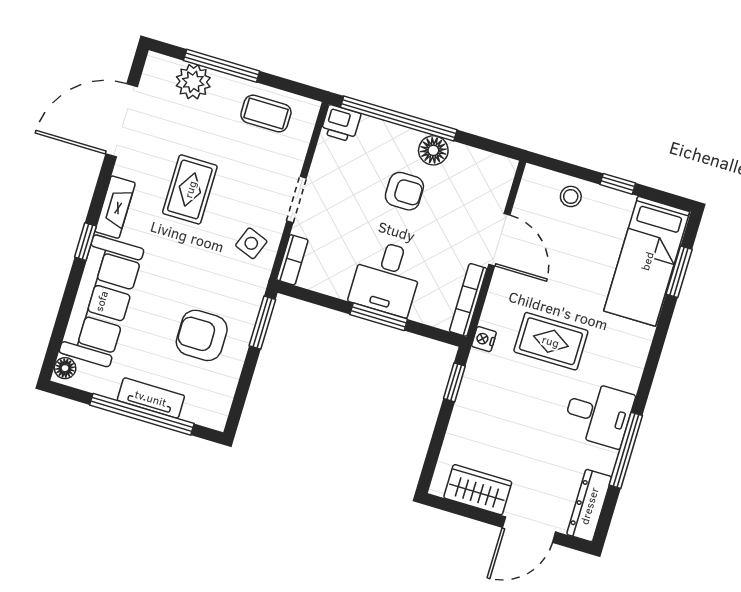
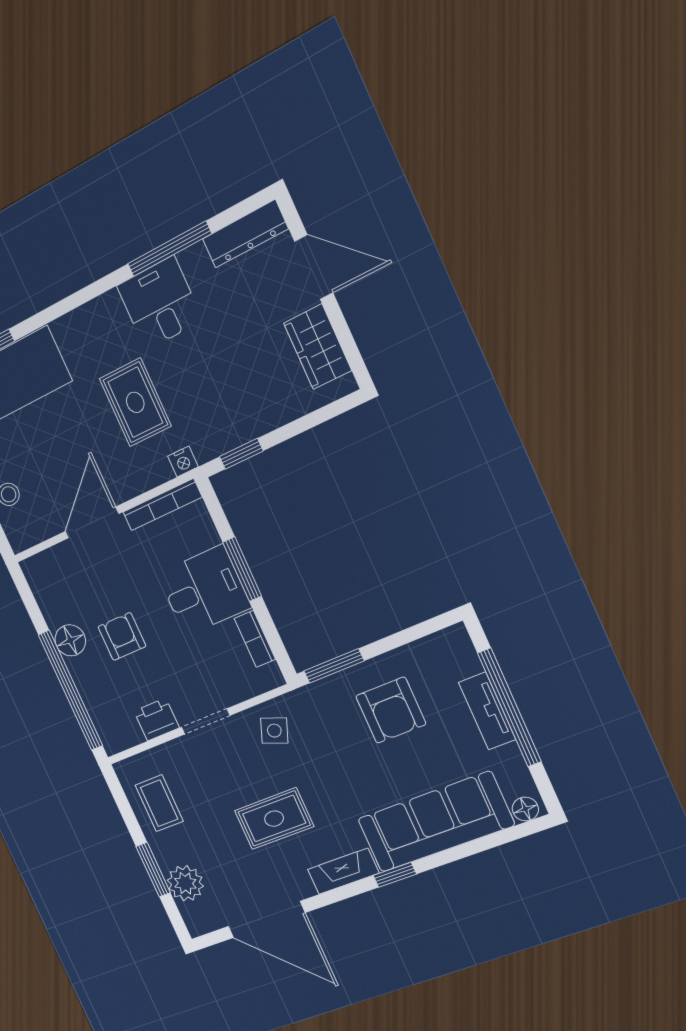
window: (222, 66) -> (153, 870), width x0.69
printer: (341, 123) -> (157, 719), moved, turned -90
bookcase: (292, 260) -> (255, 639), moved, turned -90

